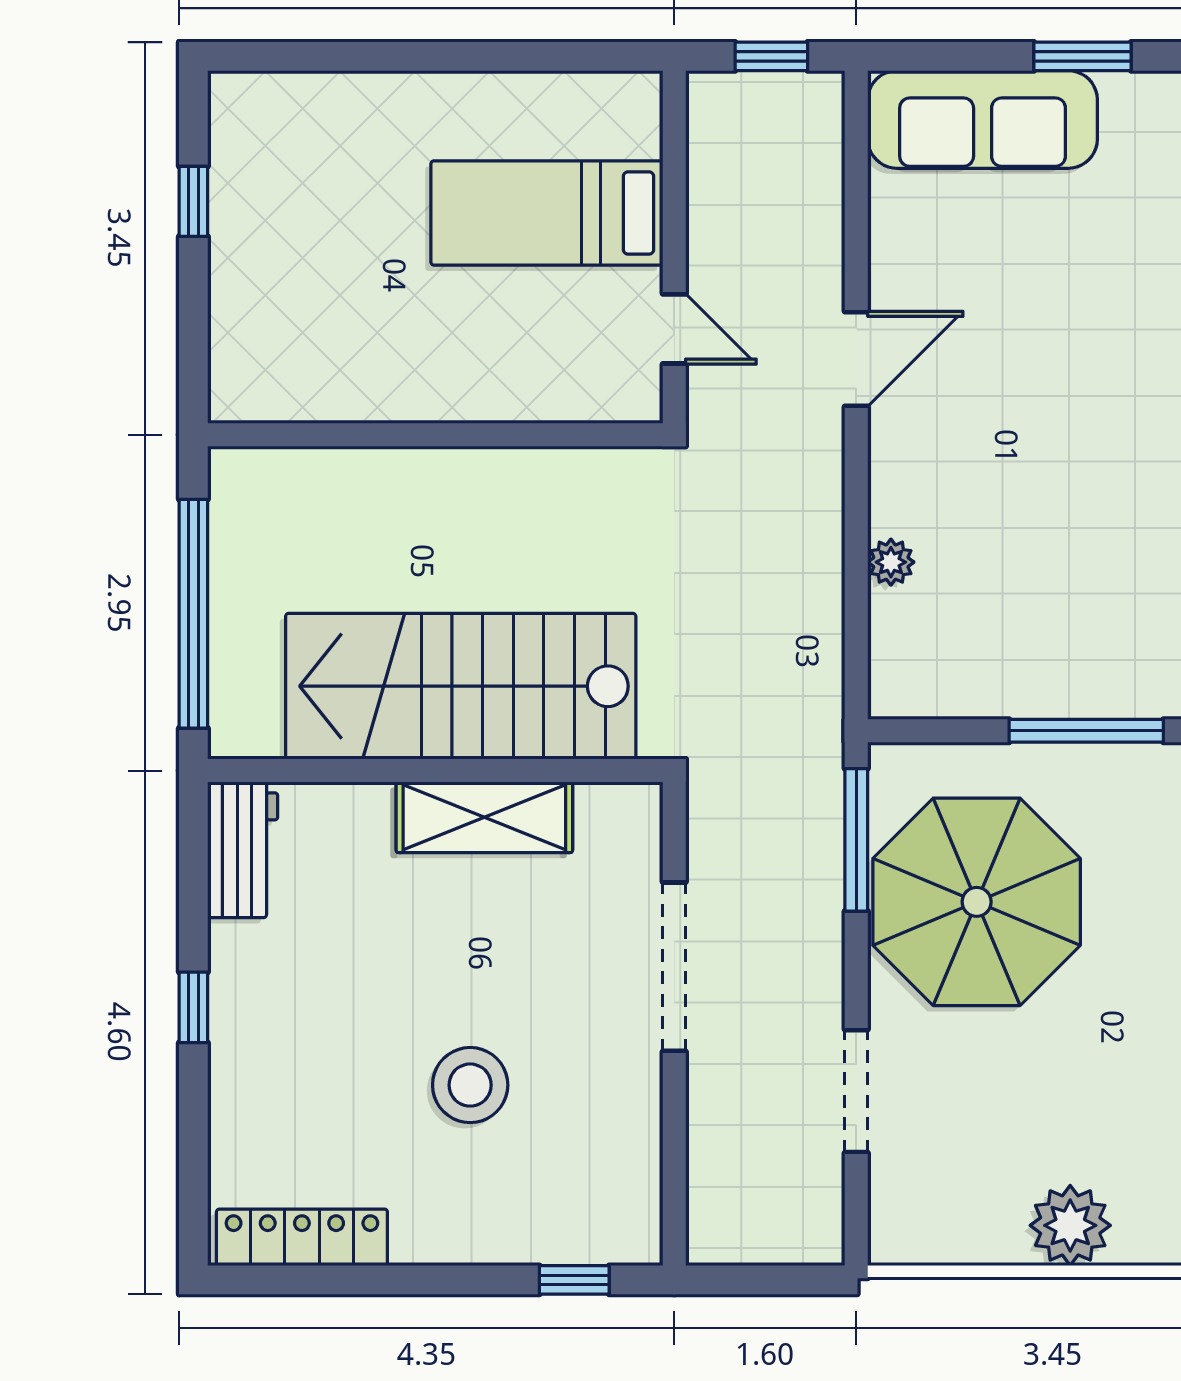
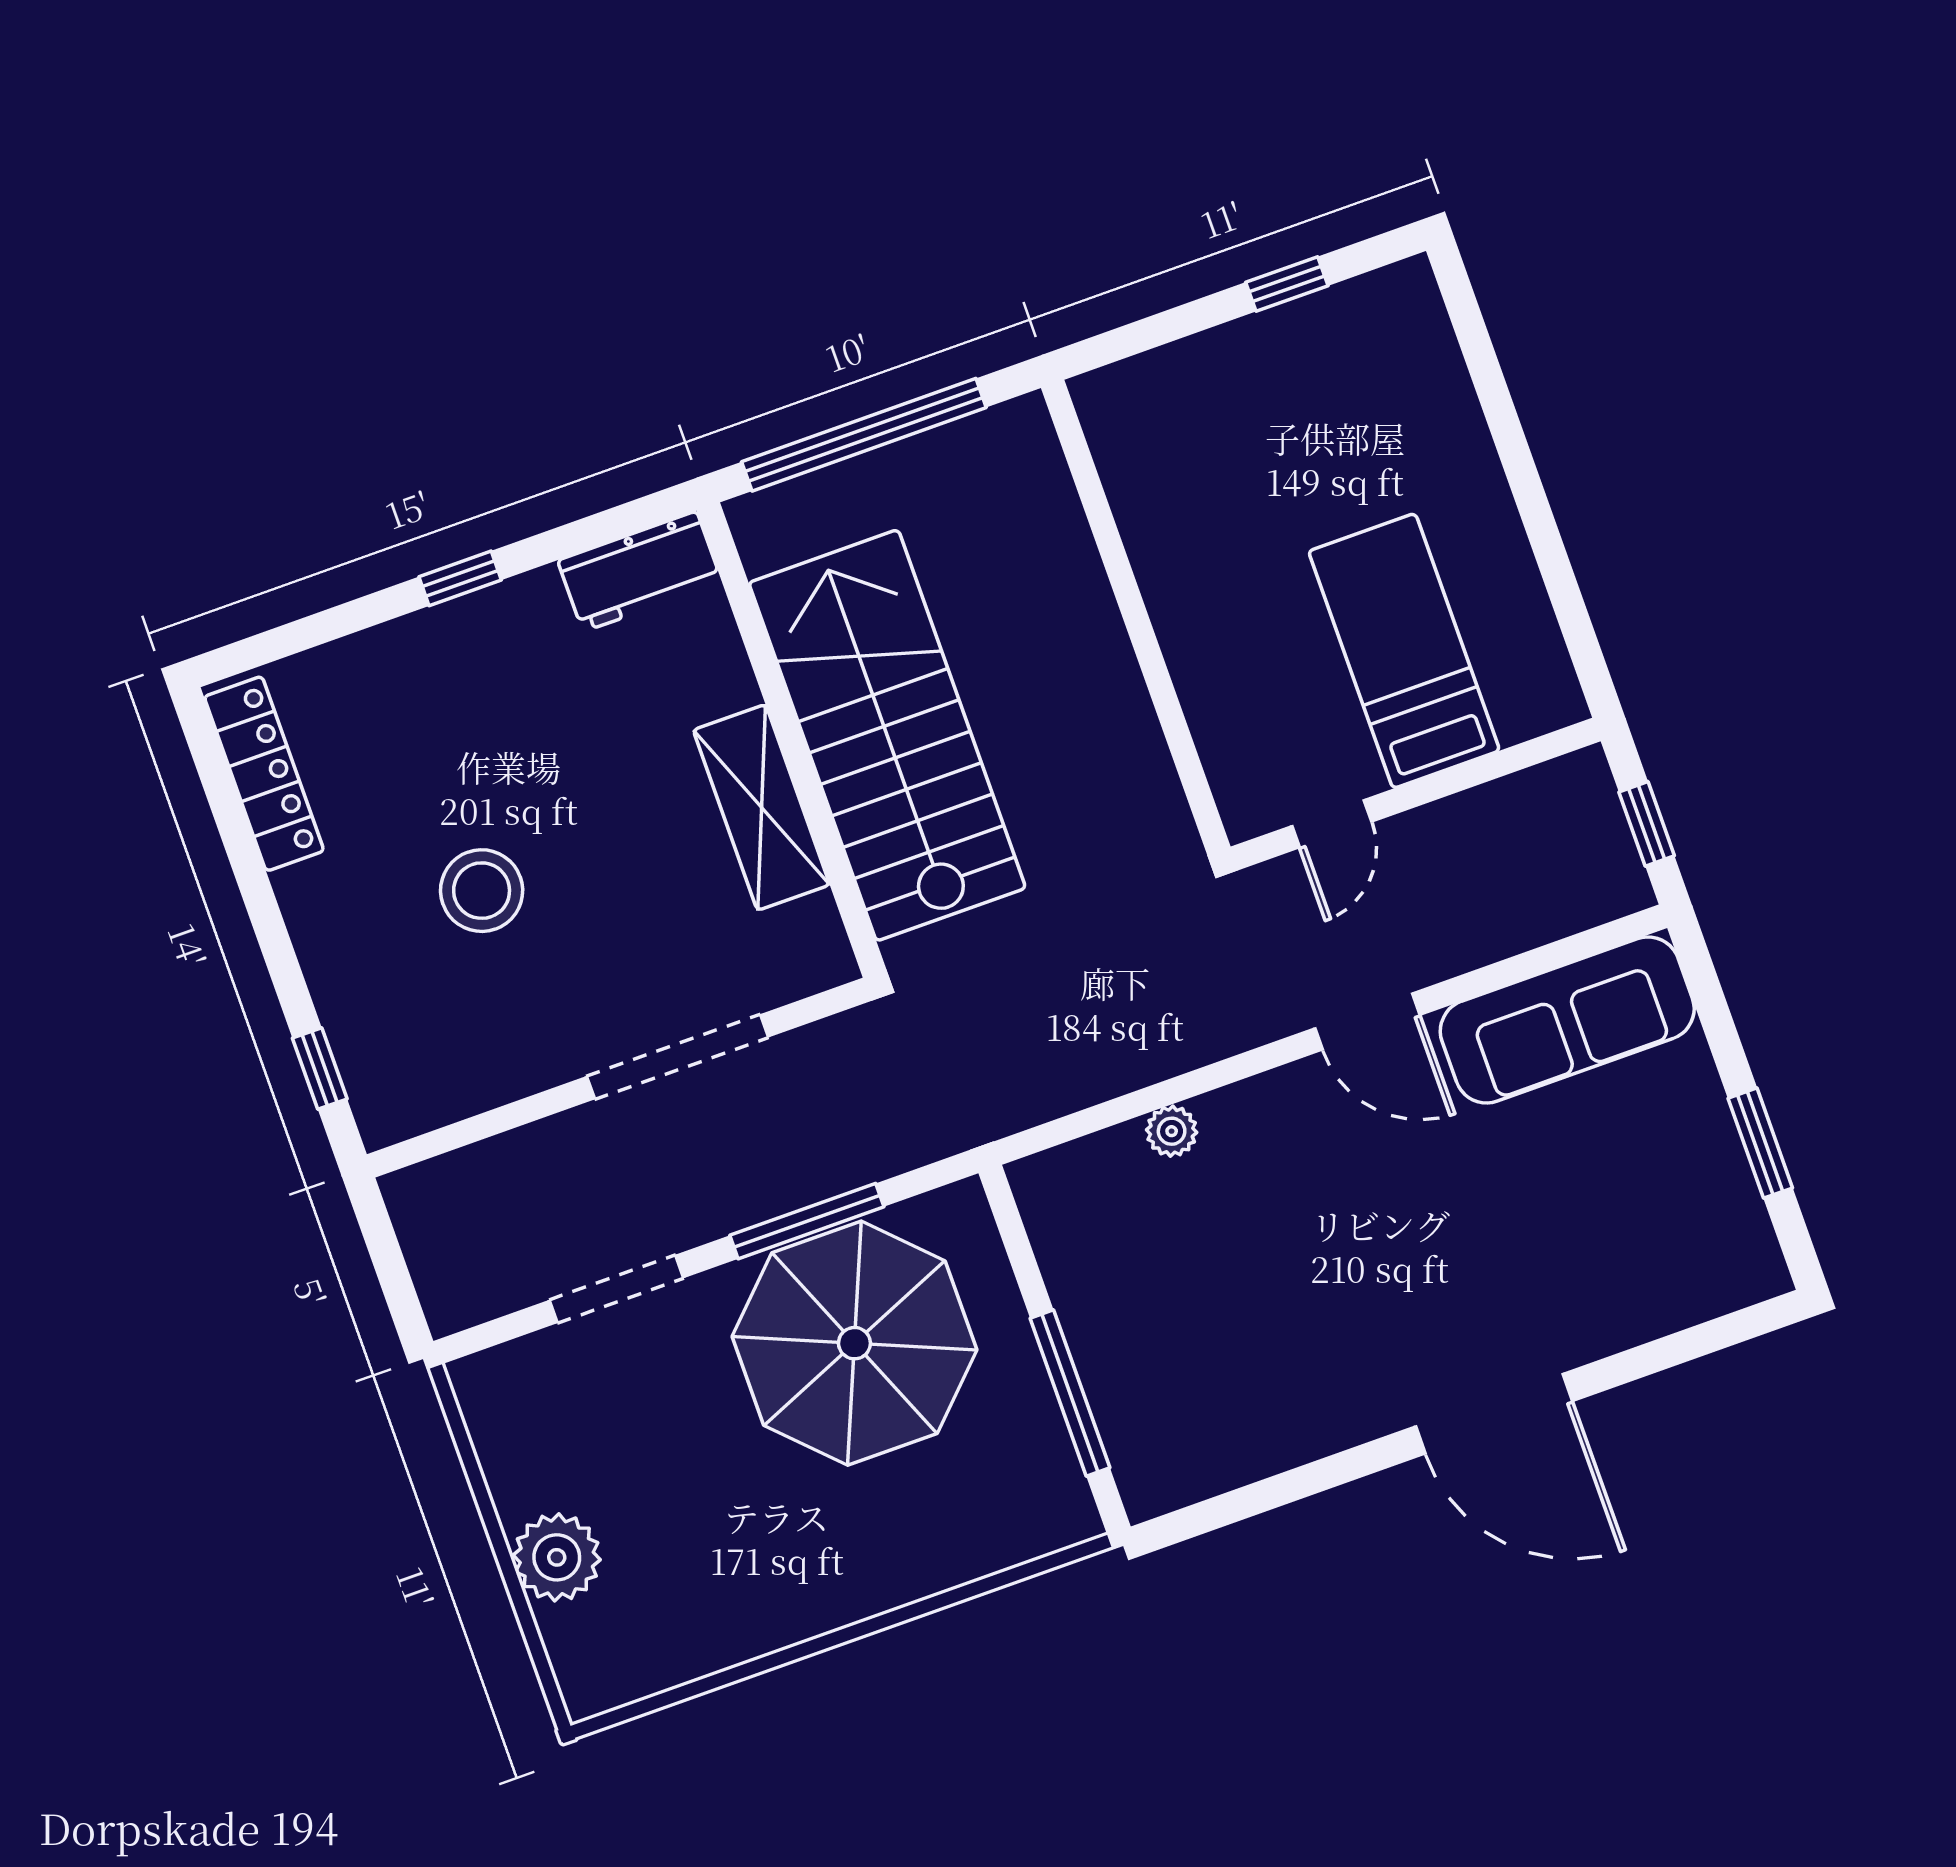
sofa: (983, 119) -> (1567, 1020), moved, turned -90
window: (856, 840) -> (807, 1221), moved

